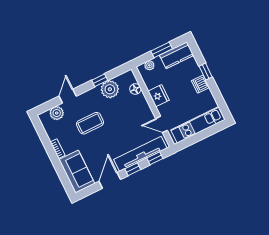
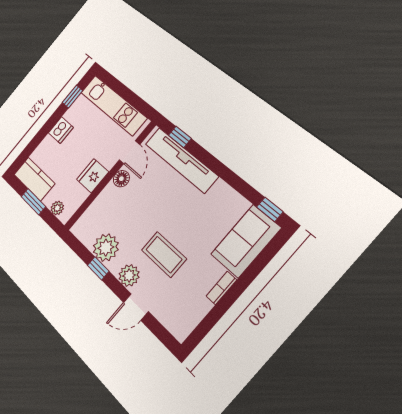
window: (206, 72) -> (72, 97), moved
floor lamp: (135, 89) -> (121, 179), moved
plant: (57, 113) -> (129, 275), moved
window: (133, 169) -> (270, 209), moved
door: (110, 180) -> (239, 184), removed

